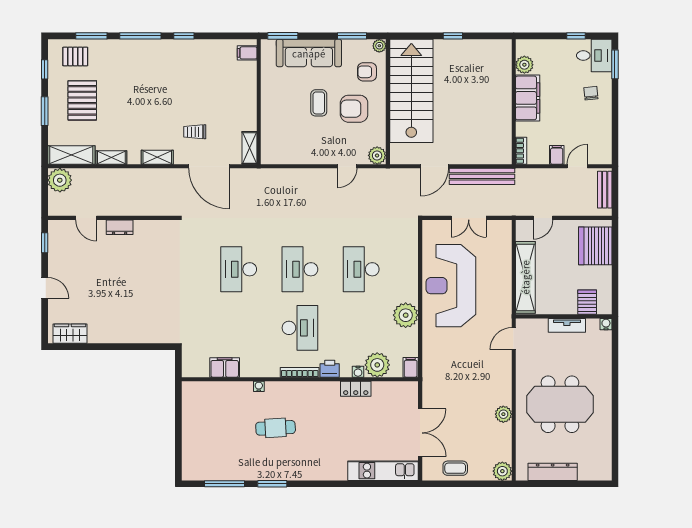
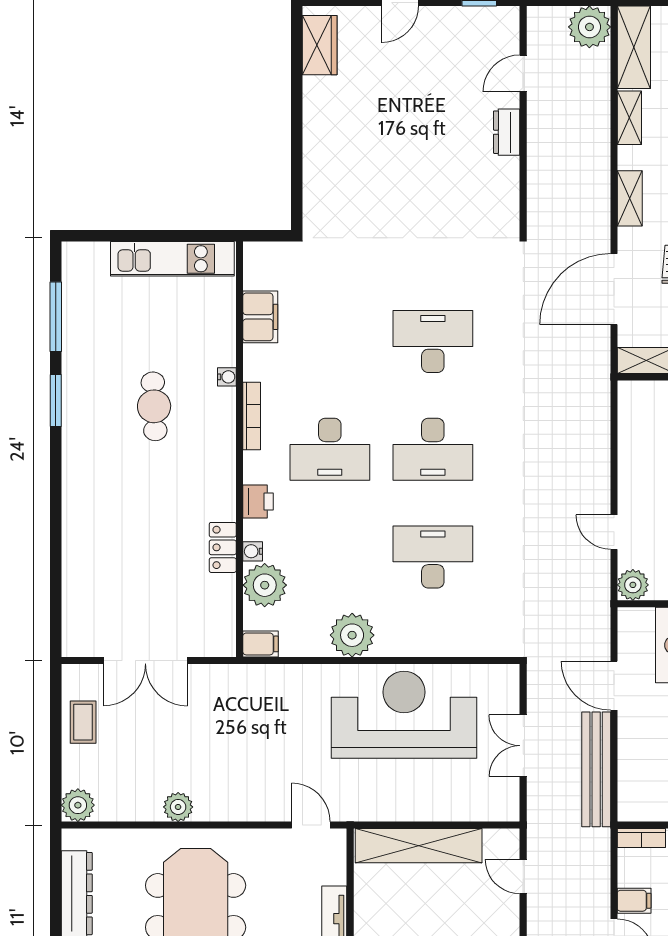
desk: (300, 269) -> (433, 449), turned 180
bookcase: (300, 372) -> (252, 416), moved
kitchen unit: (383, 471) -> (172, 259), moved, turned 90

